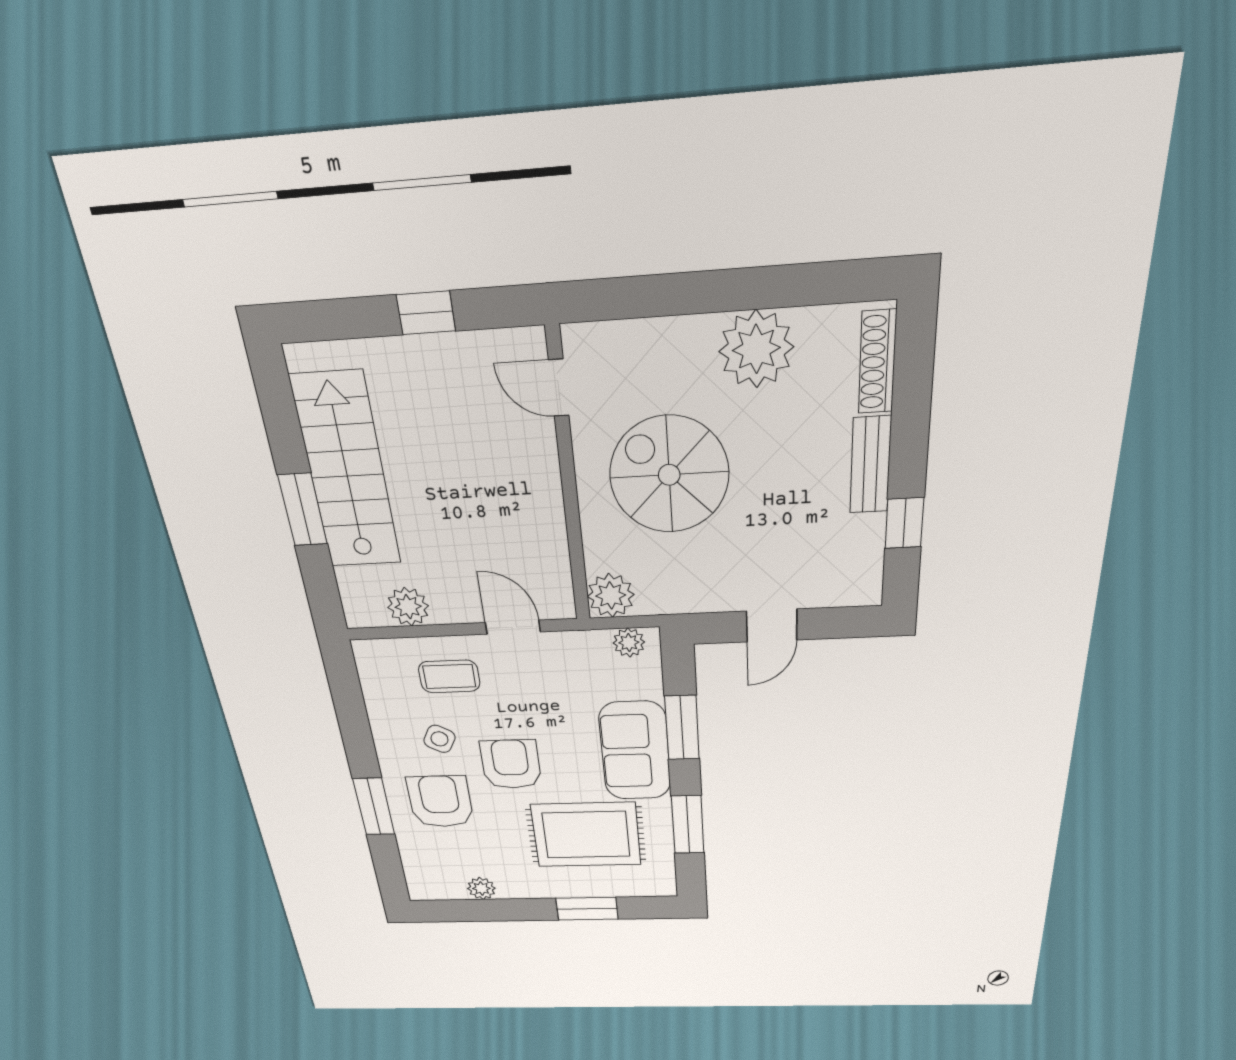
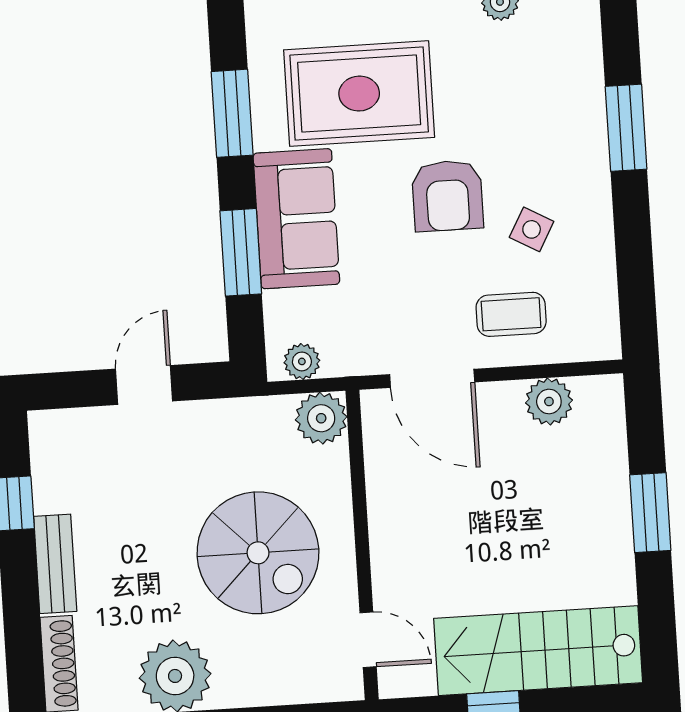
stairs: (347, 472) -> (538, 651), moved, turned 90
door: (513, 627) -> (432, 378), width x1.38
armchair: (440, 801) -> (540, 138), removed

